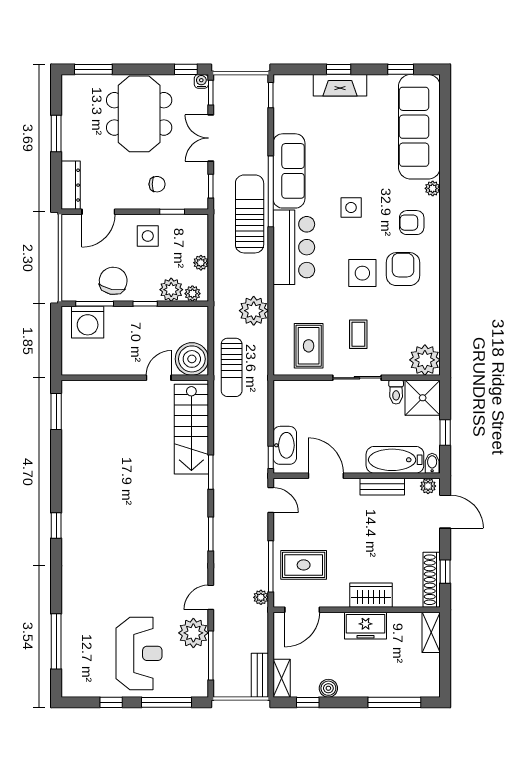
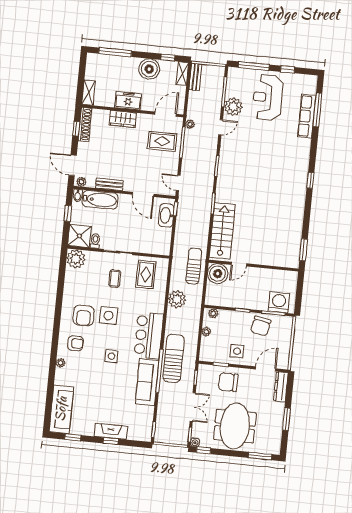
sofa: (419, 127) -> (61, 409), width x0.74, depth x0.79
chair: (157, 184) -> (228, 382), width x1.87, depth x1.87
sun lounger: (250, 214) -> (174, 358), turned 180
plant: (171, 290) -> (226, 317), removed
row of seats: (73, 629) -> (307, 116), added
boiler: (328, 688) -> (149, 69), width x1.86, depth x1.86

